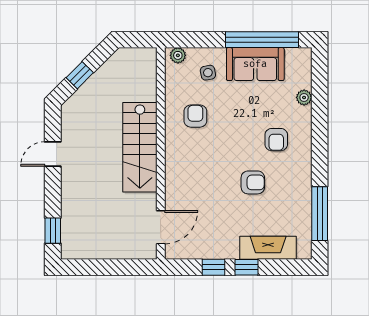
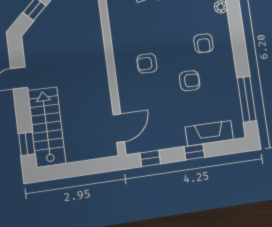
armchair: (195, 116) -> (147, 63), moved, turned -90
stairs: (140, 147) -> (47, 127), moved, turned 180
window: (213, 267) -> (150, 158), moved

